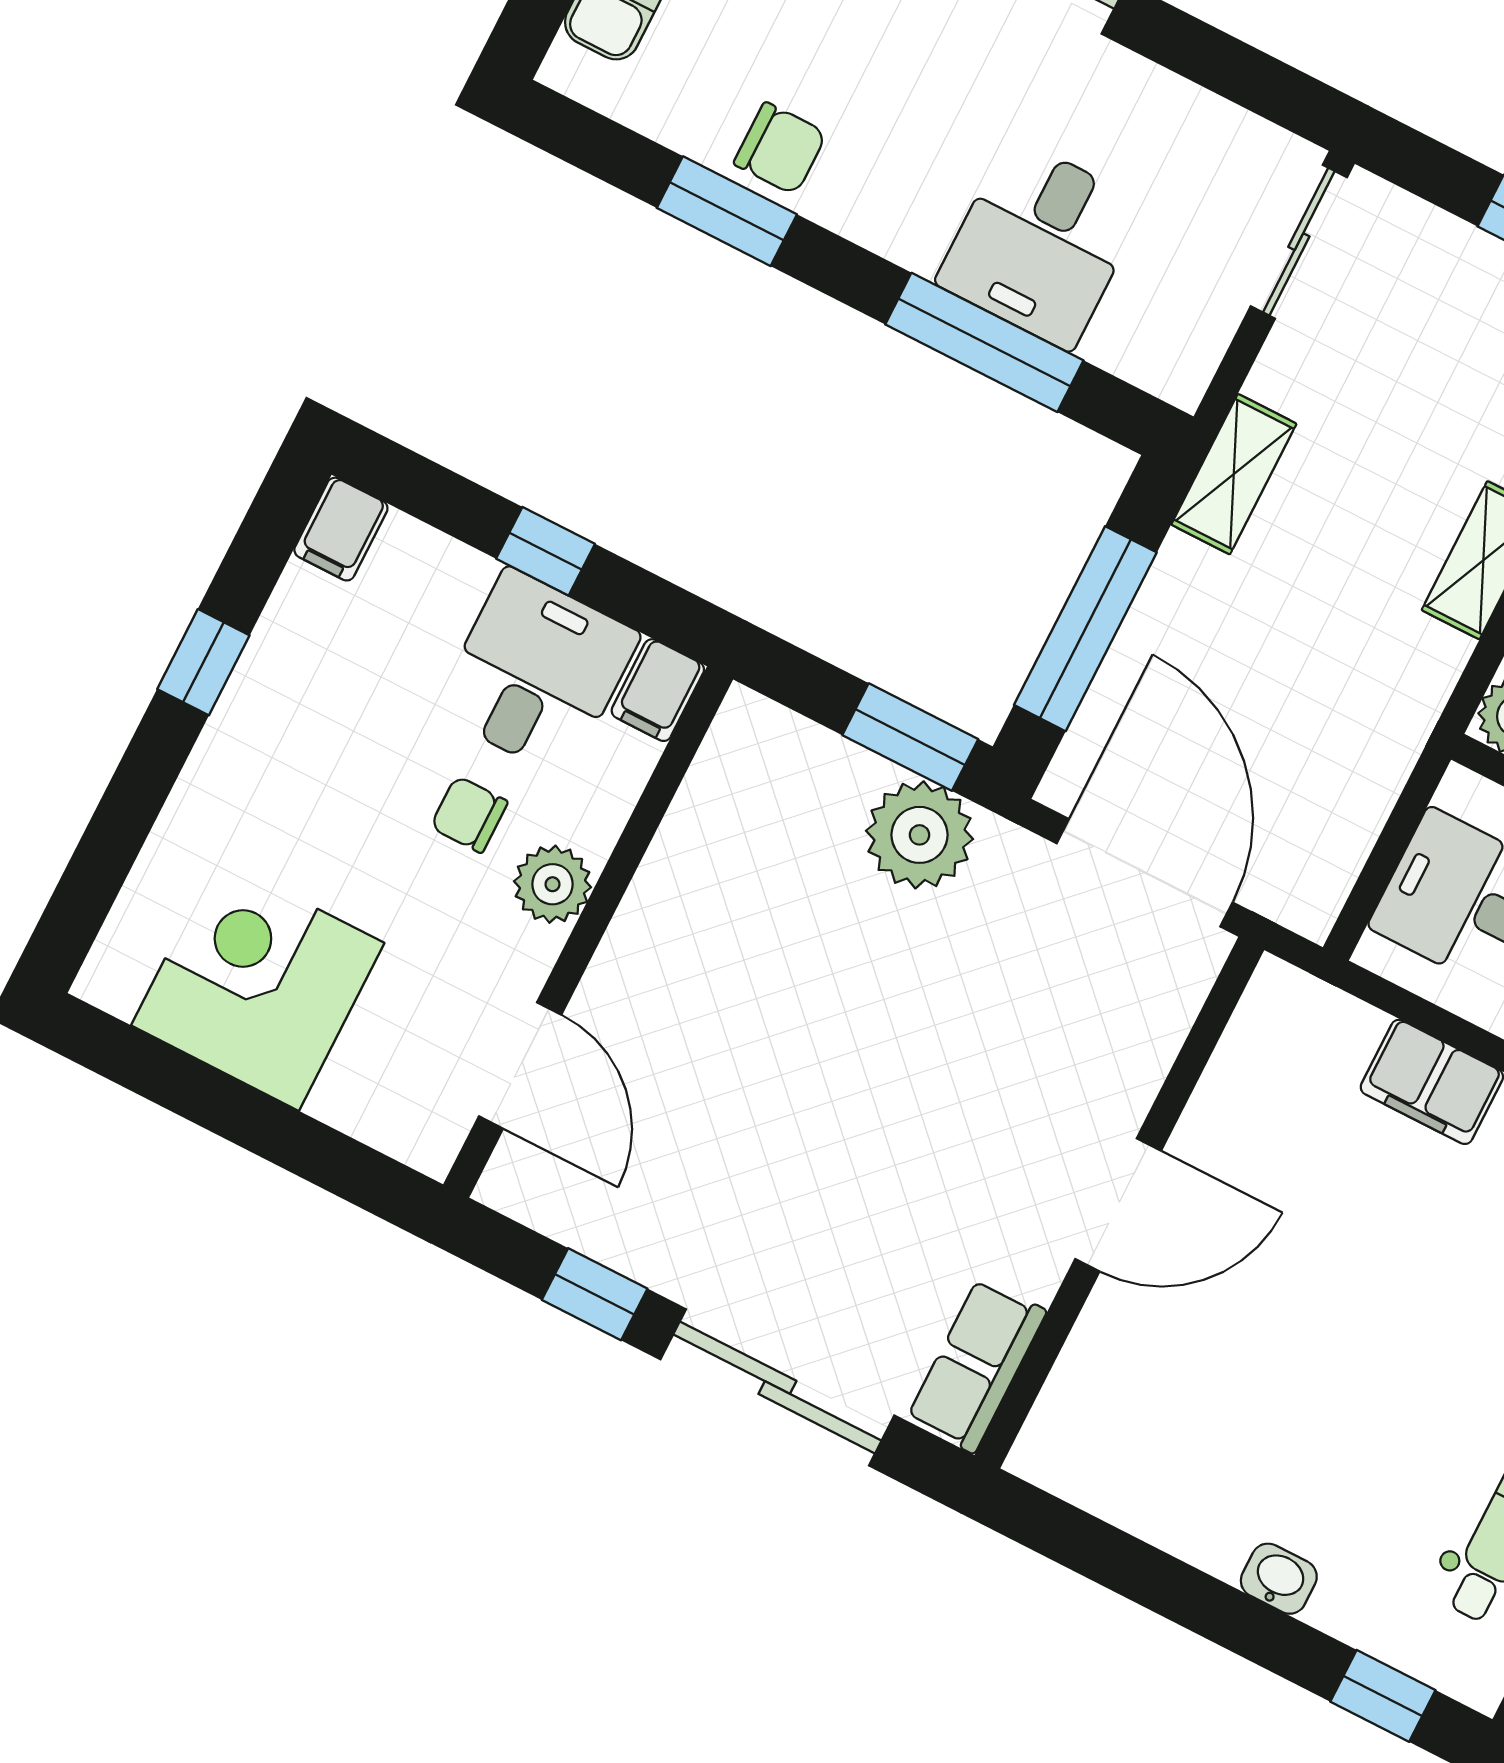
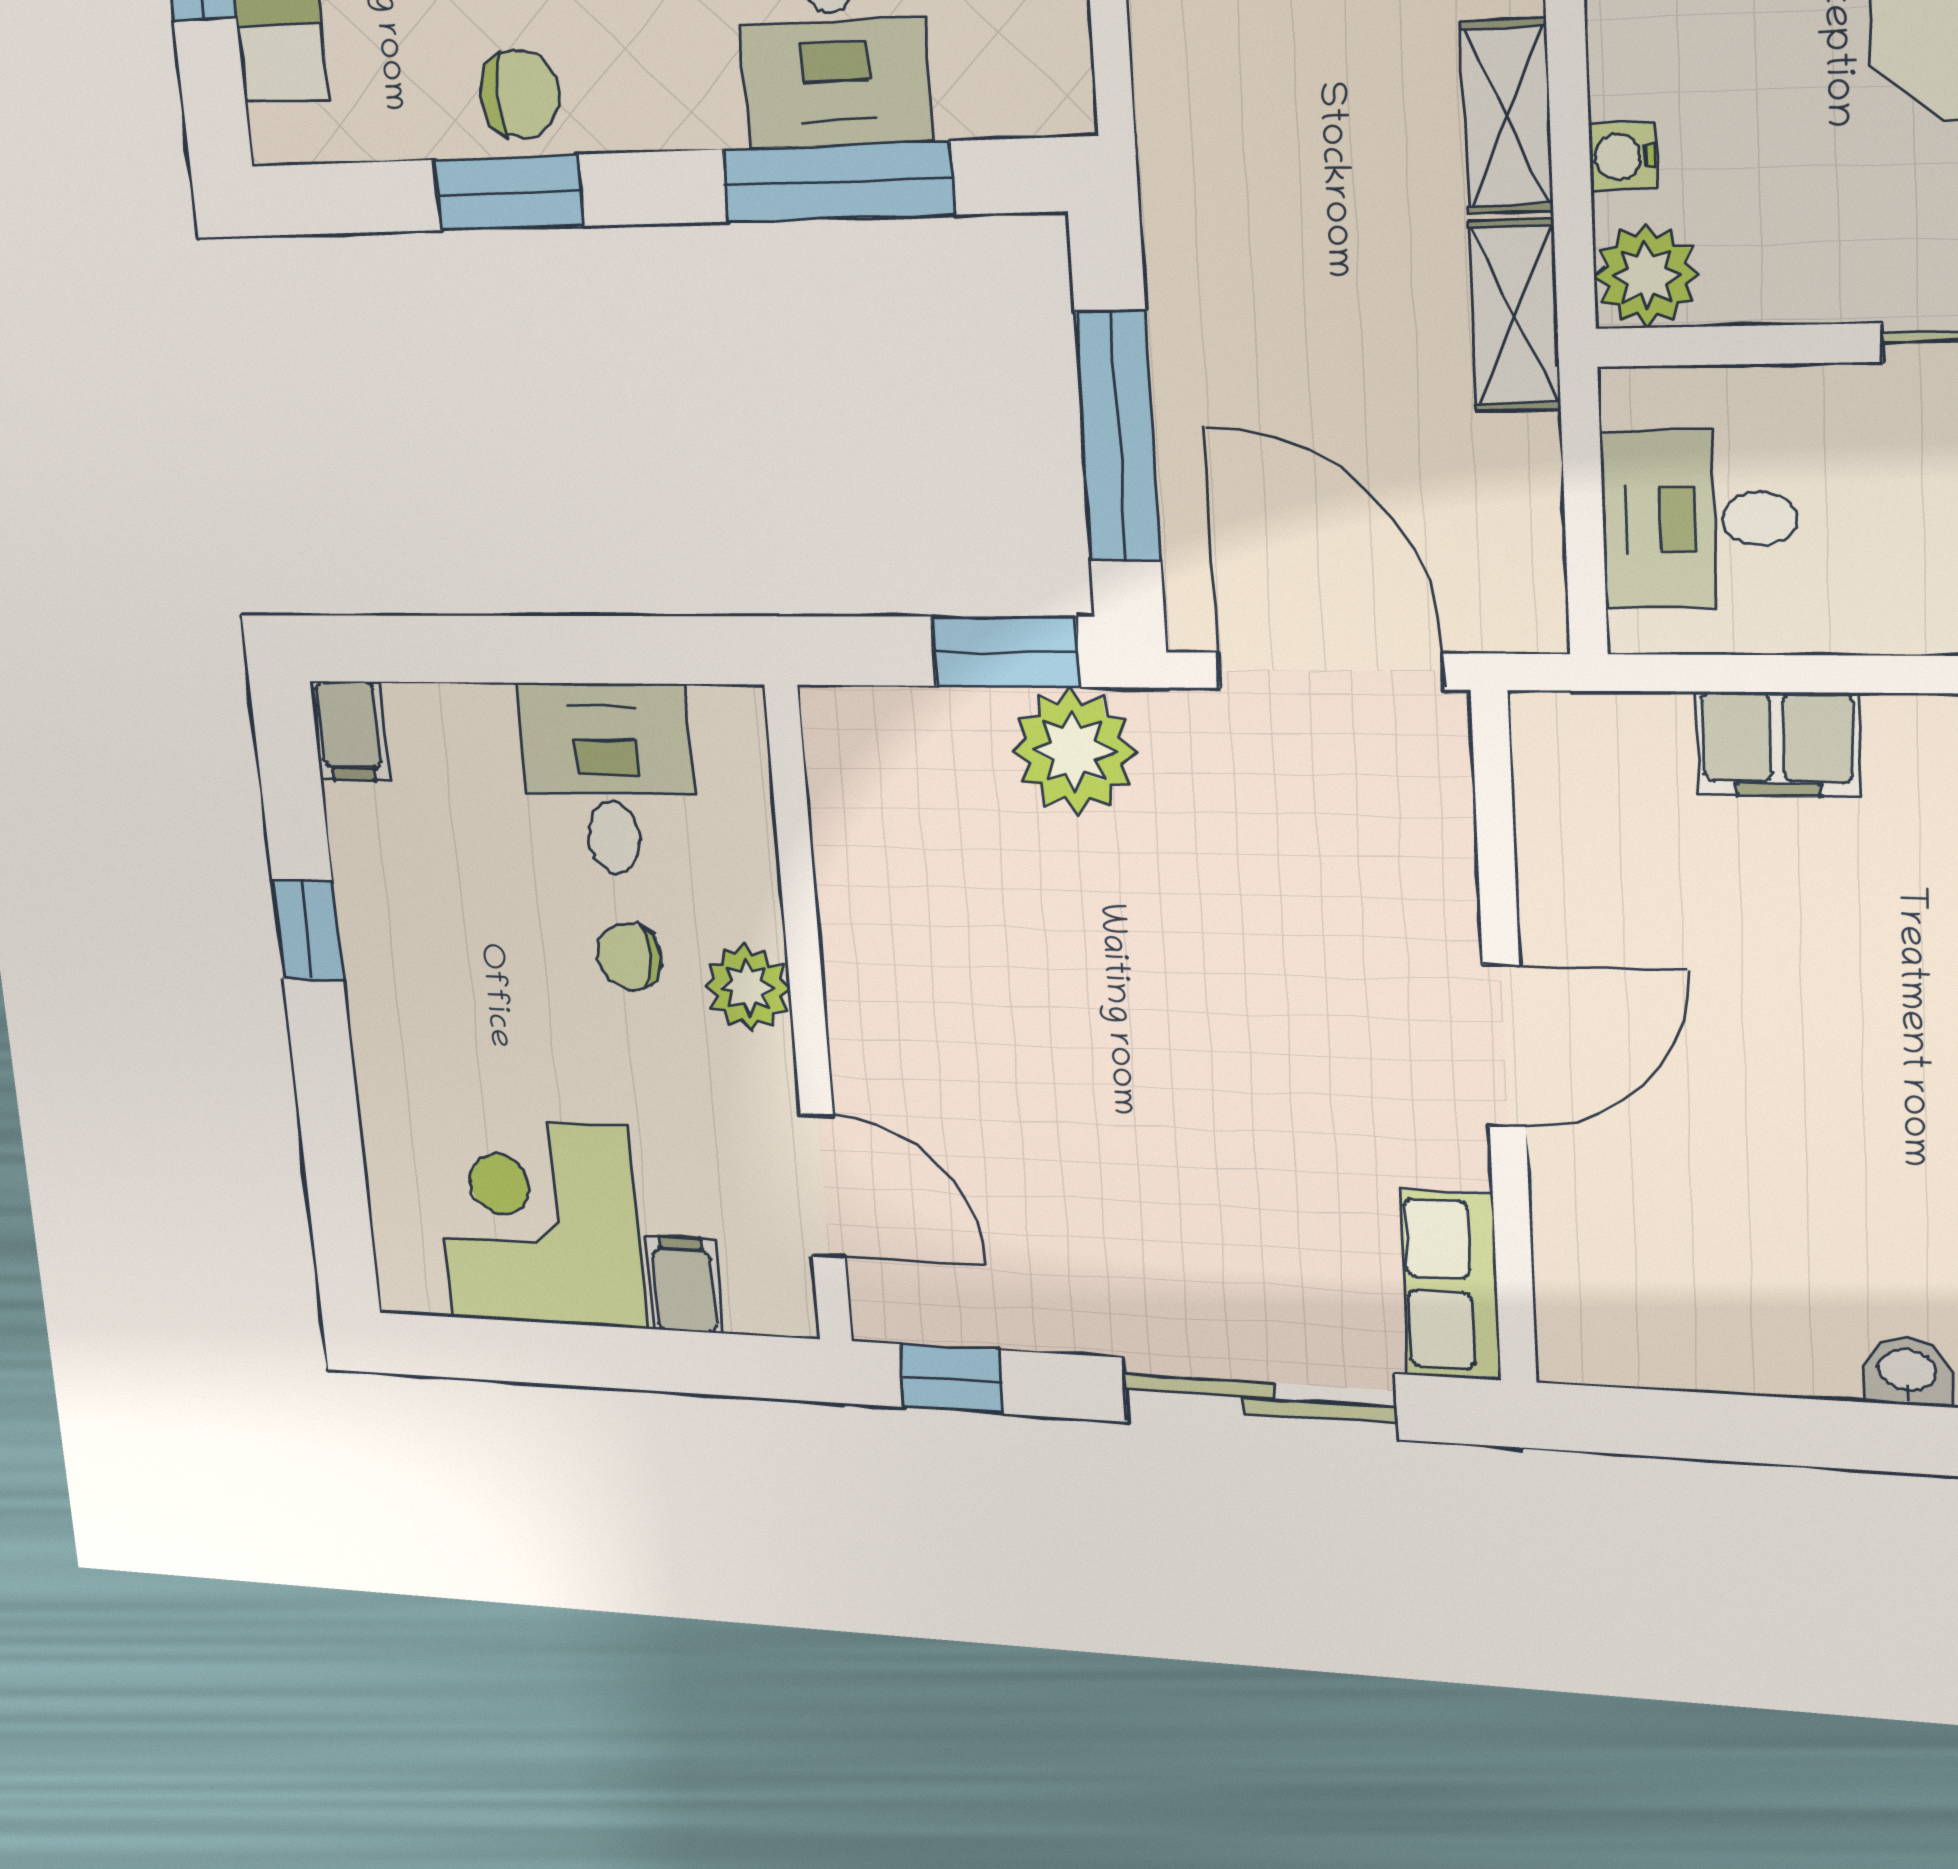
shelving: (1234, 474) -> (1515, 316), moved
window: (545, 551) -> (545, 649), removed
filing cabinet: (658, 690) -> (684, 1284), moved, turned 180
window: (595, 1294) -> (951, 1379), moved

